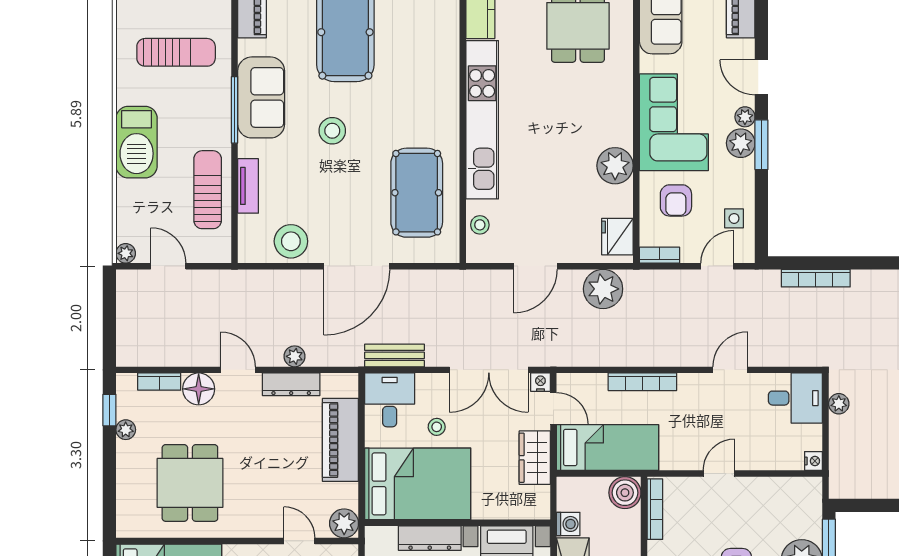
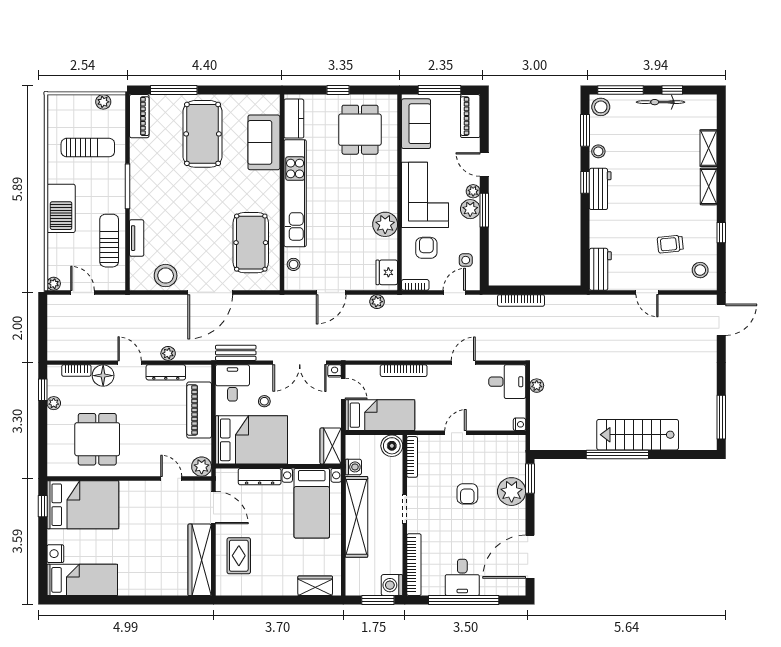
sofa: (261, 97) -> (264, 142), moved, turned 180
stool: (332, 131) -> (194, 201), removed
armchair: (676, 200) -> (426, 248), turned 180
plant: (603, 289) -> (377, 302), width x0.53, depth x0.53
wardrobe: (535, 458) -> (331, 446), moved

